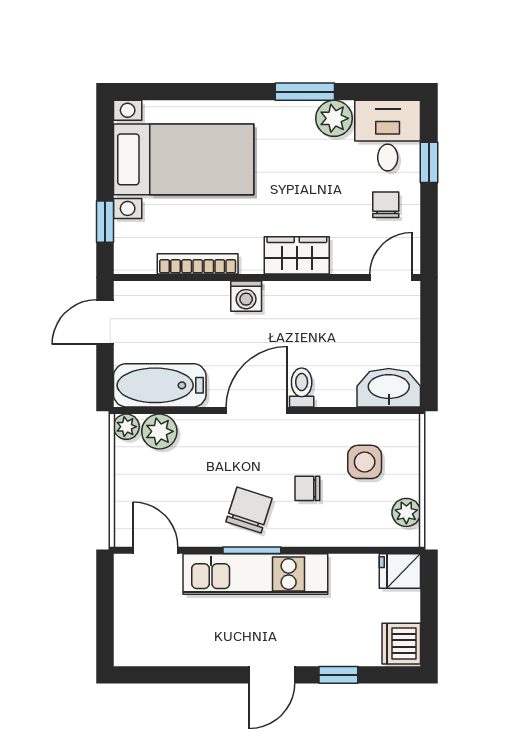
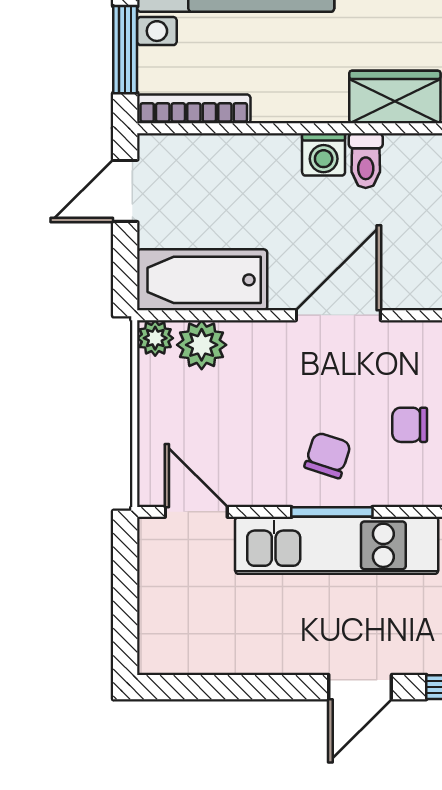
window: (105, 222) -> (125, 50), width x1.50
bookcase: (198, 264) -> (194, 109), moved
toilet: (302, 387) -> (366, 161), moved, turned 180
chair: (249, 510) -> (328, 455), width x0.73, depth x0.73

